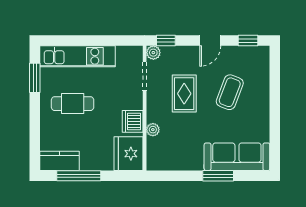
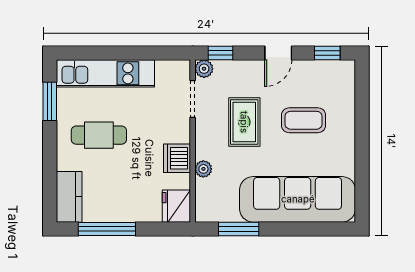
coffee table: (230, 92) -> (304, 120), turned 69
fridge: (129, 154) -> (176, 206), width x0.73, depth x0.75
sofa: (237, 157) -> (298, 199), width x1.36, depth x1.27
kitchen counter: (59, 161) -> (69, 197), moved, turned 90
window: (218, 176) -> (239, 229), moved

